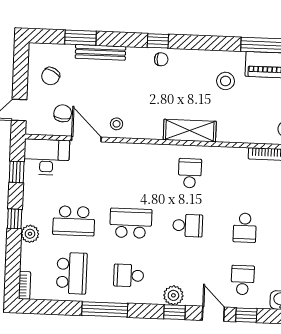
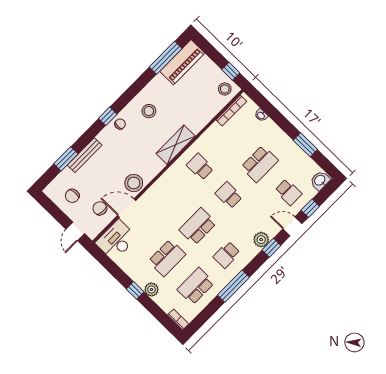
chair: (51, 76) -> (72, 196), turned 56
stool: (226, 81) -> (149, 111), moved
stool: (117, 124) -> (134, 183), width x1.89, depth x1.89
window: (17, 172) -> (109, 265), removed
school desk: (188, 225) -> (229, 195), turned -90
school desk: (245, 228) -> (260, 164), width x1.85
school desk: (72, 273) -> (196, 286), turned -90
school desk: (243, 280) -> (288, 192), turned 180

